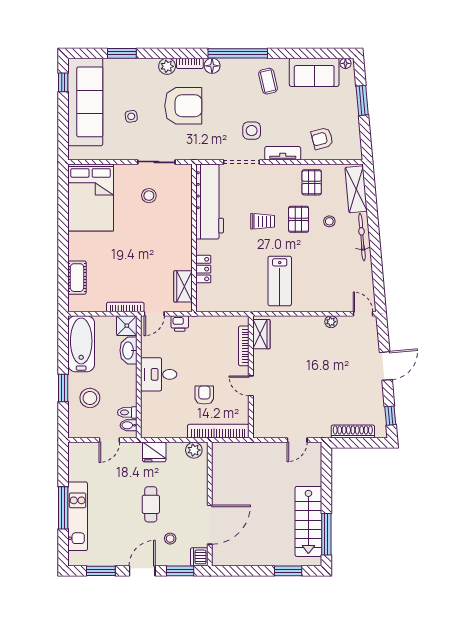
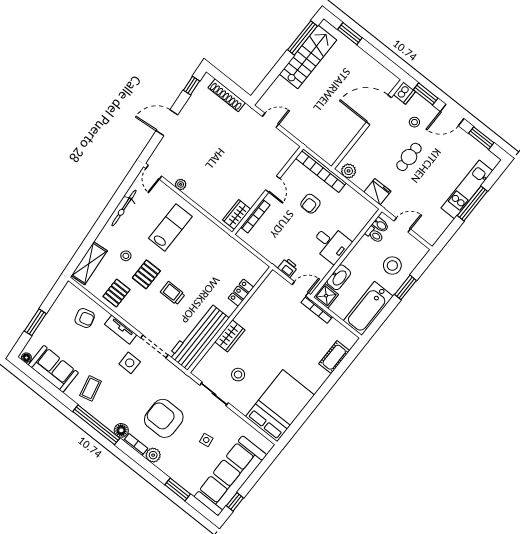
bicycle: (362, 237) -> (124, 208), moved
lab bench: (280, 281) -> (170, 227), moved
wardrobe: (183, 286) -> (230, 336), moved

